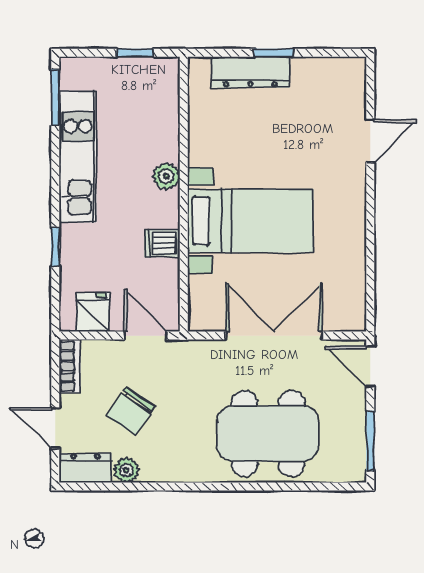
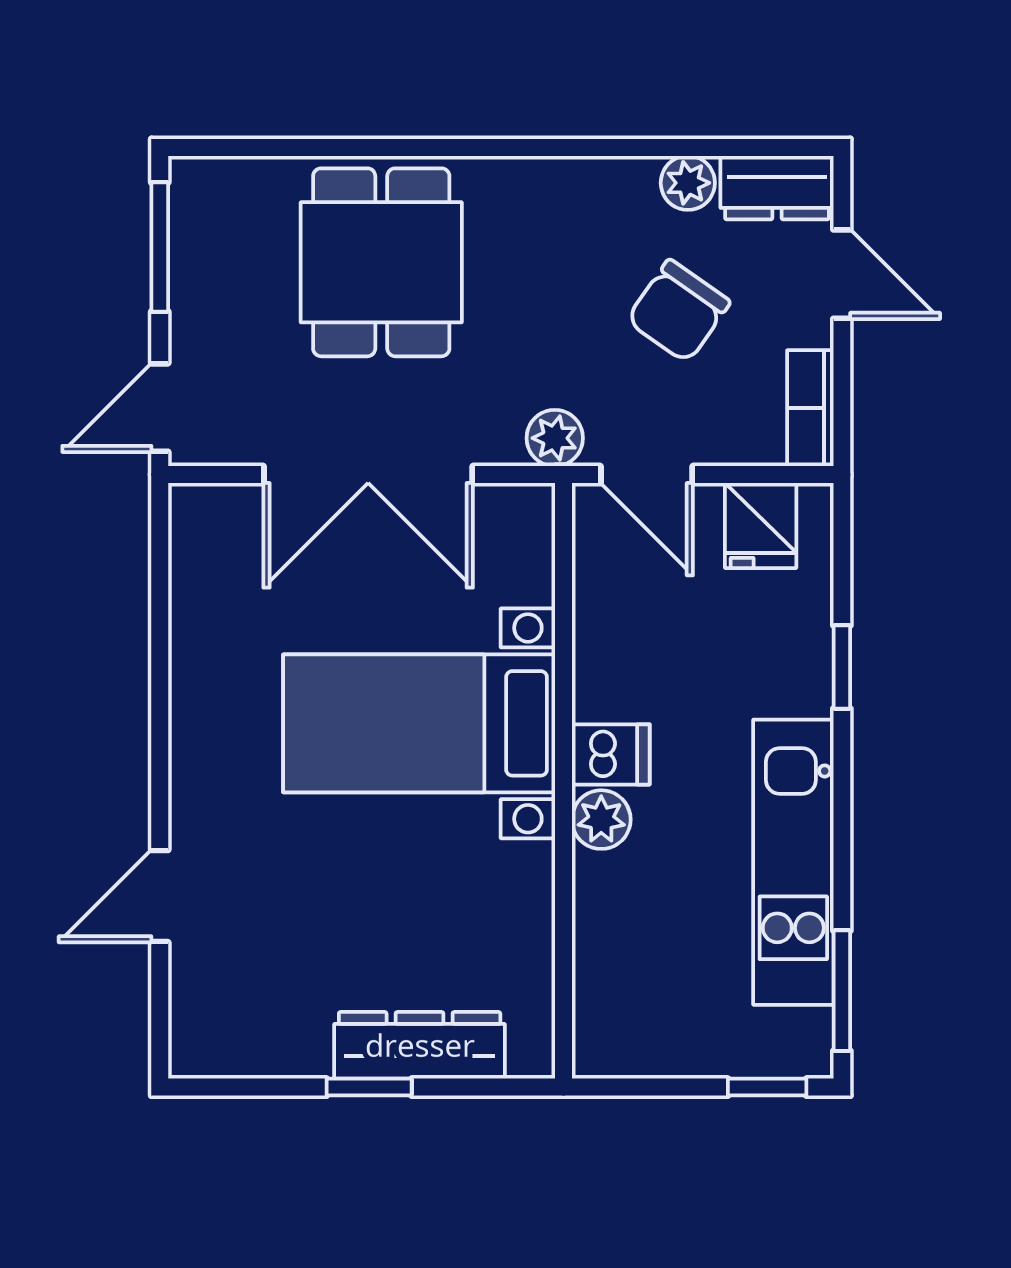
window: (135, 53) -> (767, 1087), moved
dishwasher: (162, 243) -> (611, 754), moved
plant: (188, 352) -> (555, 438), added
door: (370, 366) -> (160, 408), swing flipped
chair: (131, 411) -> (678, 311), turned 180
dining table: (268, 434) -> (381, 262), width x0.73

